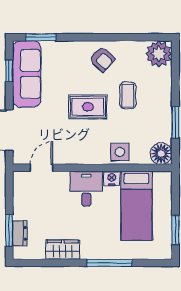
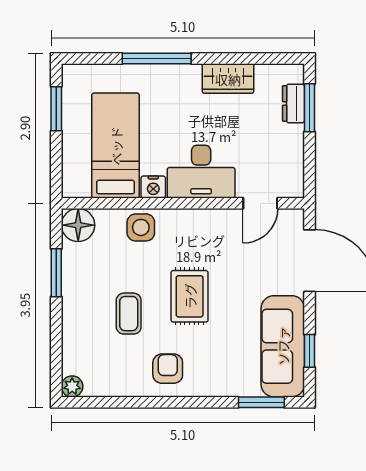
plant: (159, 54) -> (72, 386), width x0.53, depth x0.53
armchair: (102, 59) -> (168, 369), turned 47
rug: (88, 107) -> (190, 296), turned 90
desk: (86, 189) -> (201, 172), width x1.37

